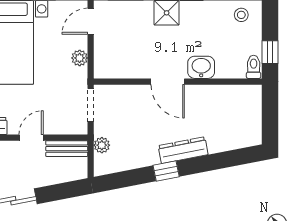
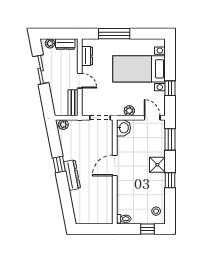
window: (270, 52) -> (148, 229), moved
washbasin: (201, 67) -> (123, 128), moved
plant: (102, 145) -> (63, 125), moved

